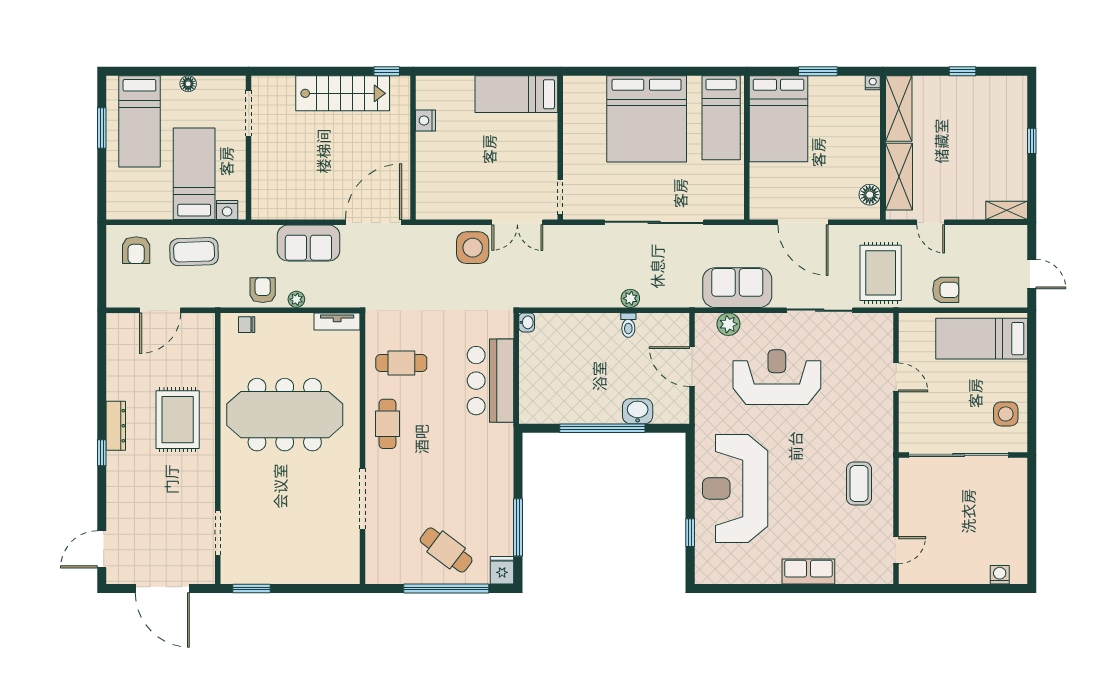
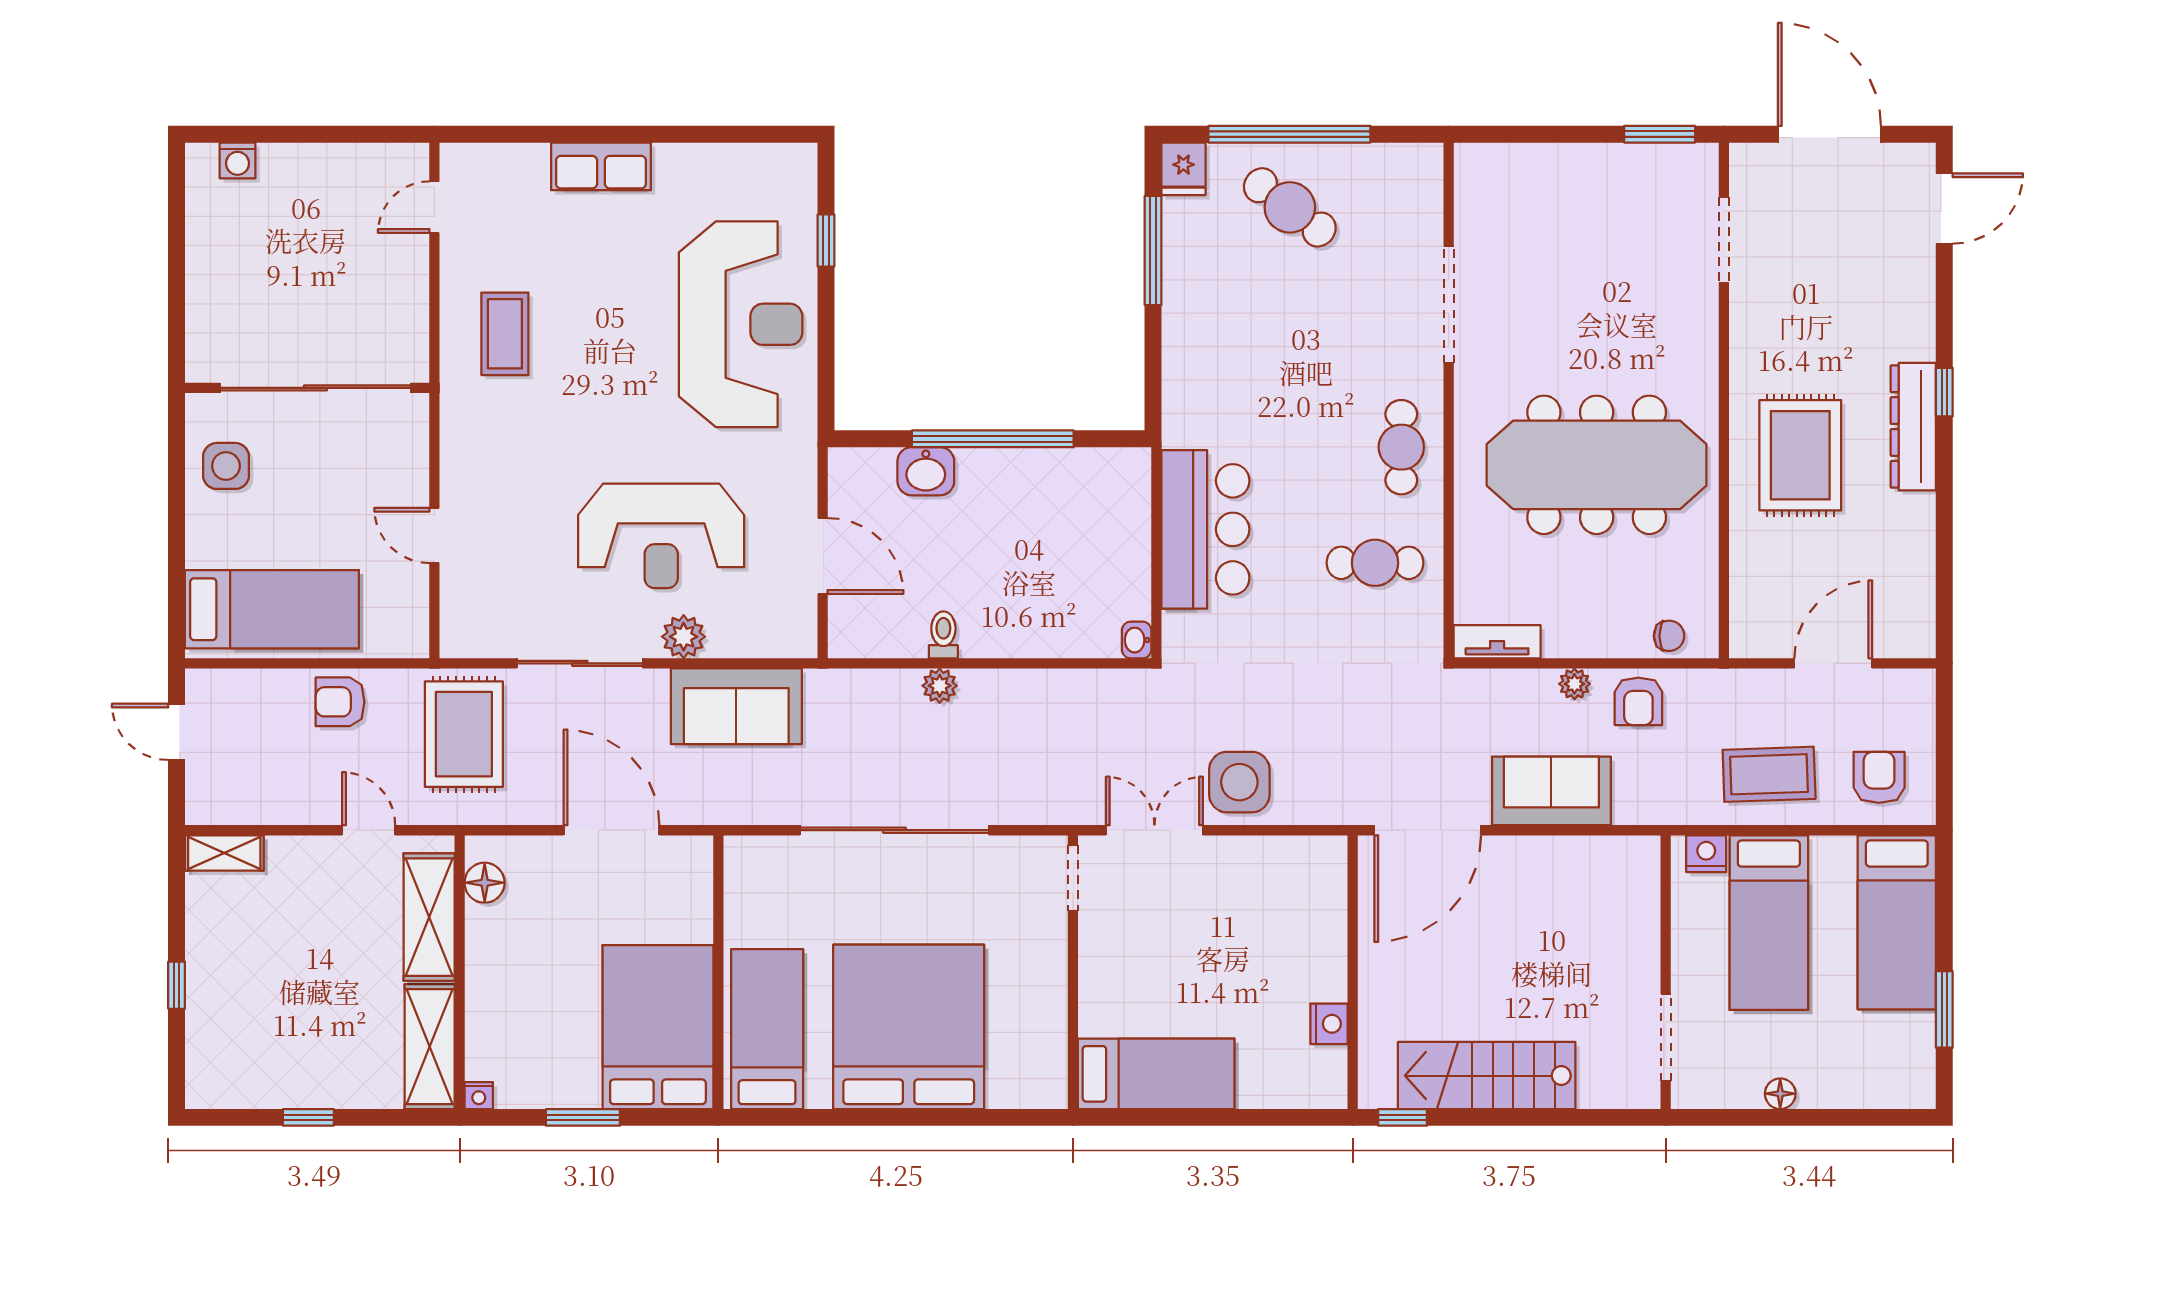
bed: (139, 121) -> (1897, 922), moved, turned 180
plant: (728, 324) -> (684, 637), moved
dresser: (116, 426) -> (1913, 427), width x1.37, depth x1.24

